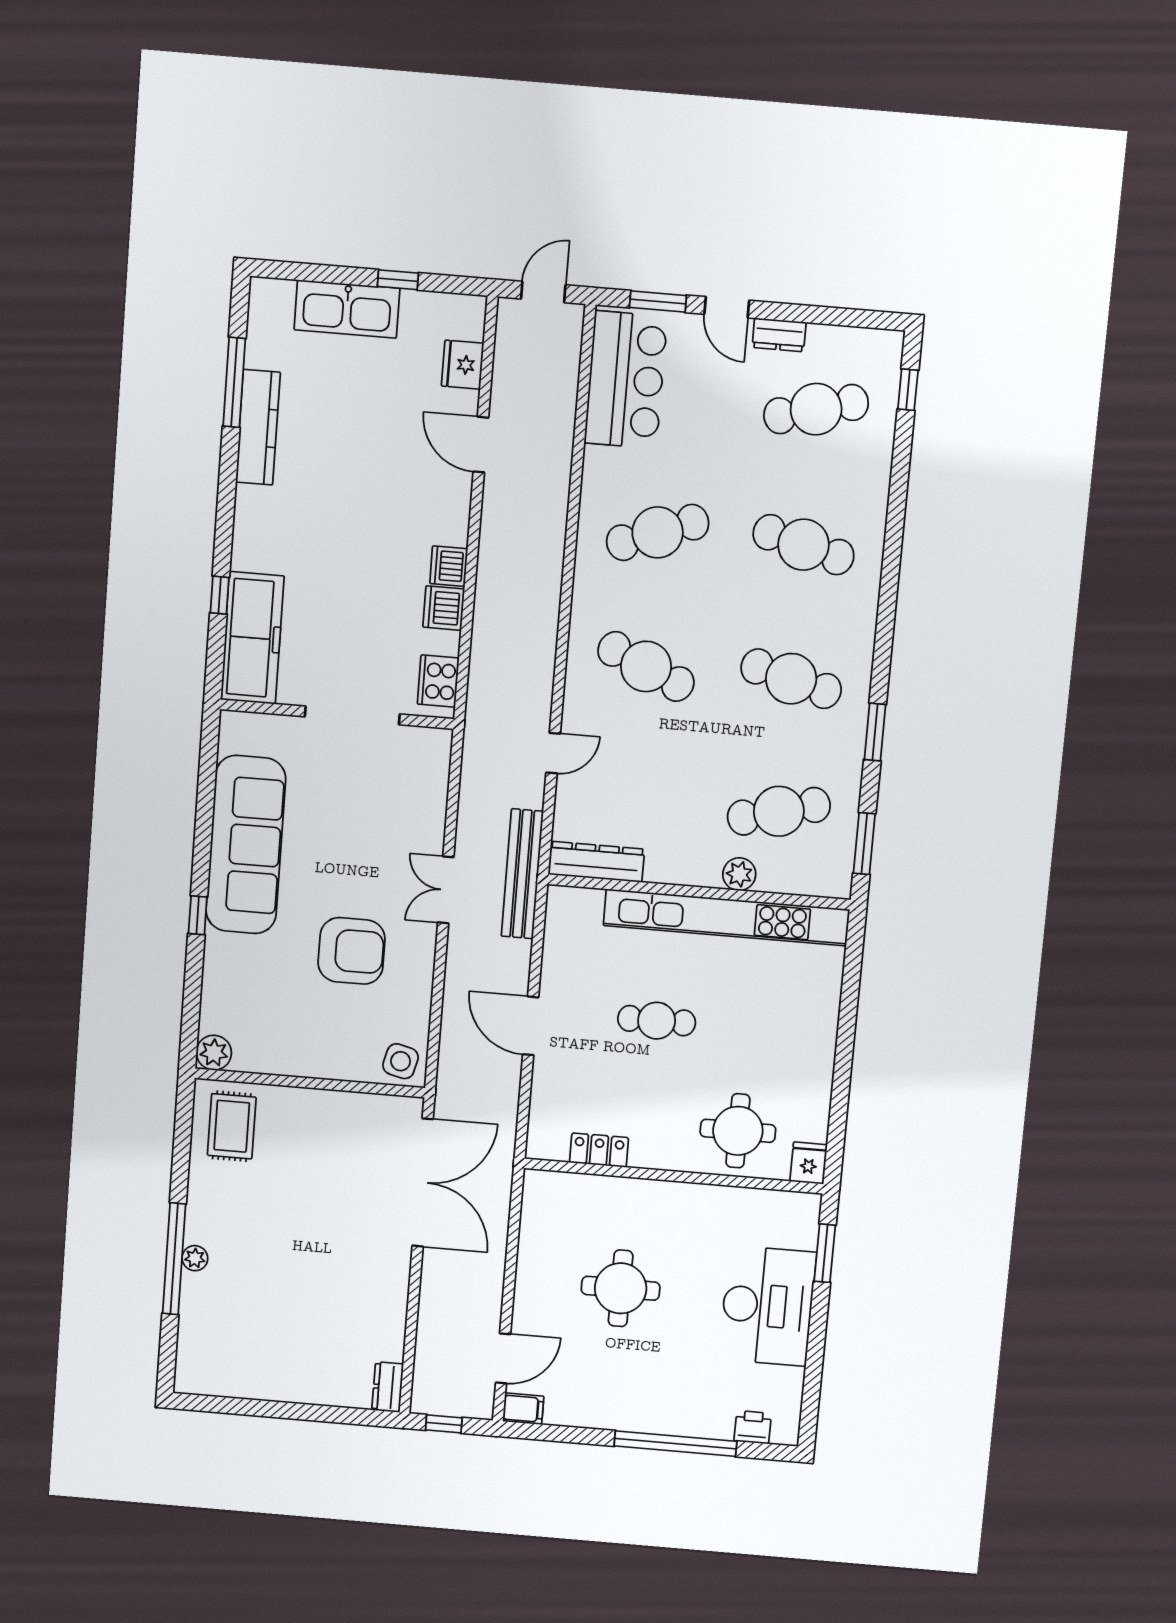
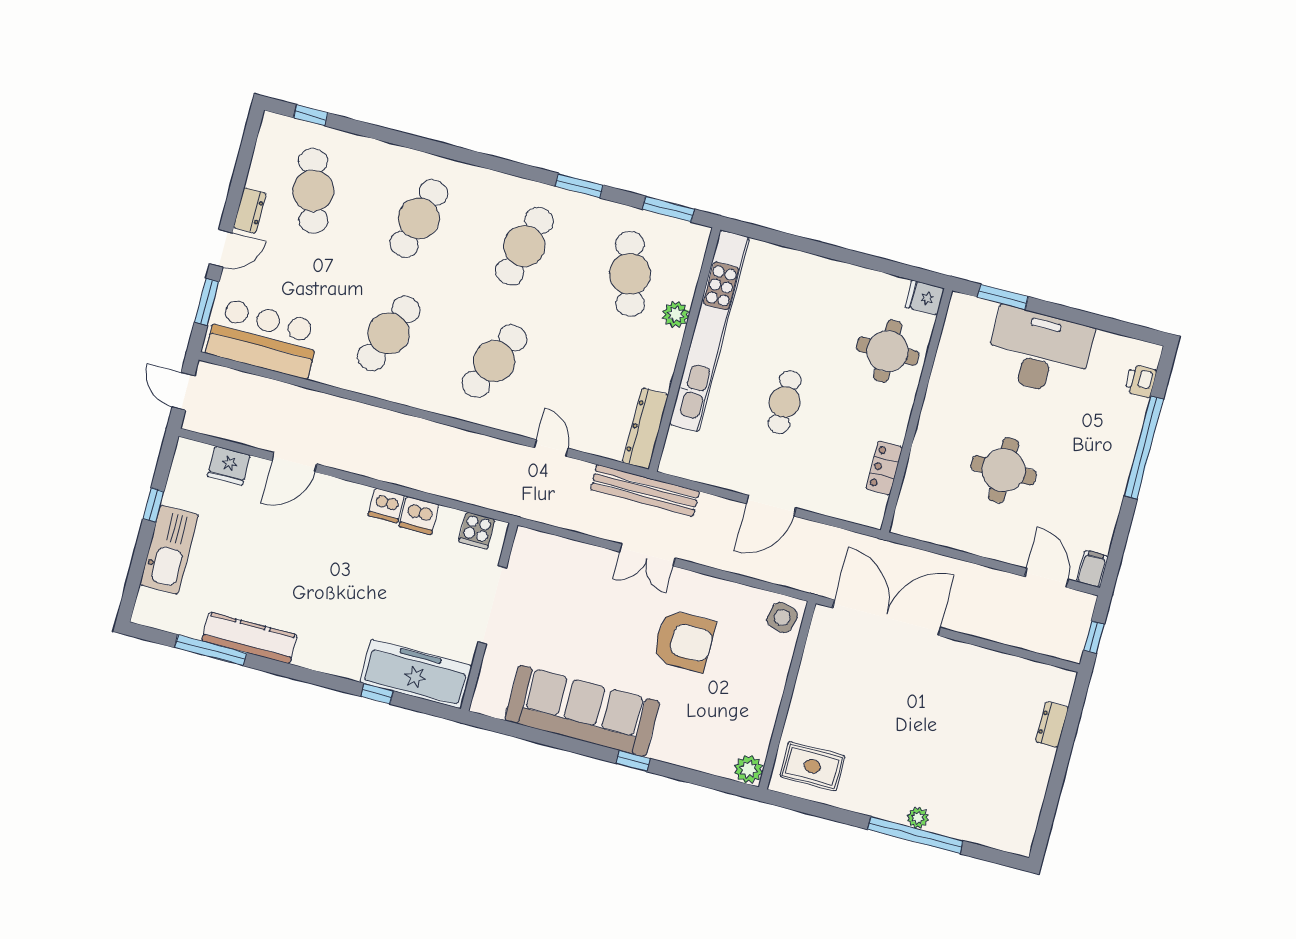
cafe table: (658, 532) -> (389, 333), turned 42
cooker: (438, 681) -> (477, 530), width x0.73
armchair: (352, 951) -> (684, 641), turned 90
dresser: (388, 1387) -> (1052, 725), moved, turned 90

